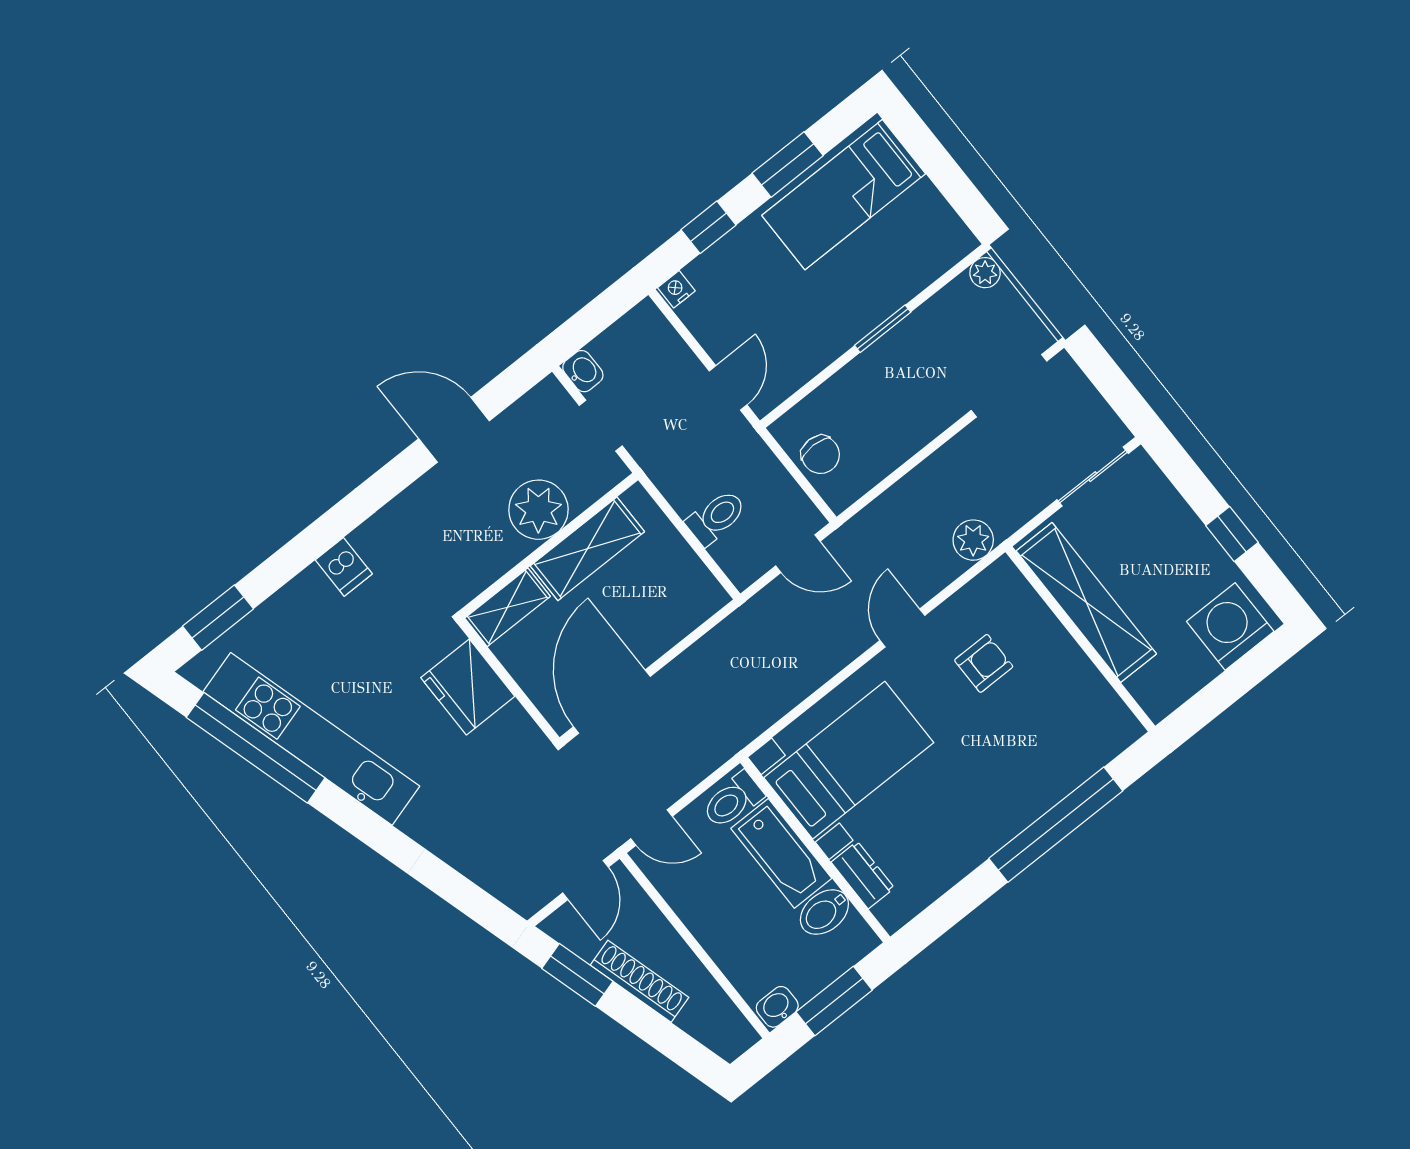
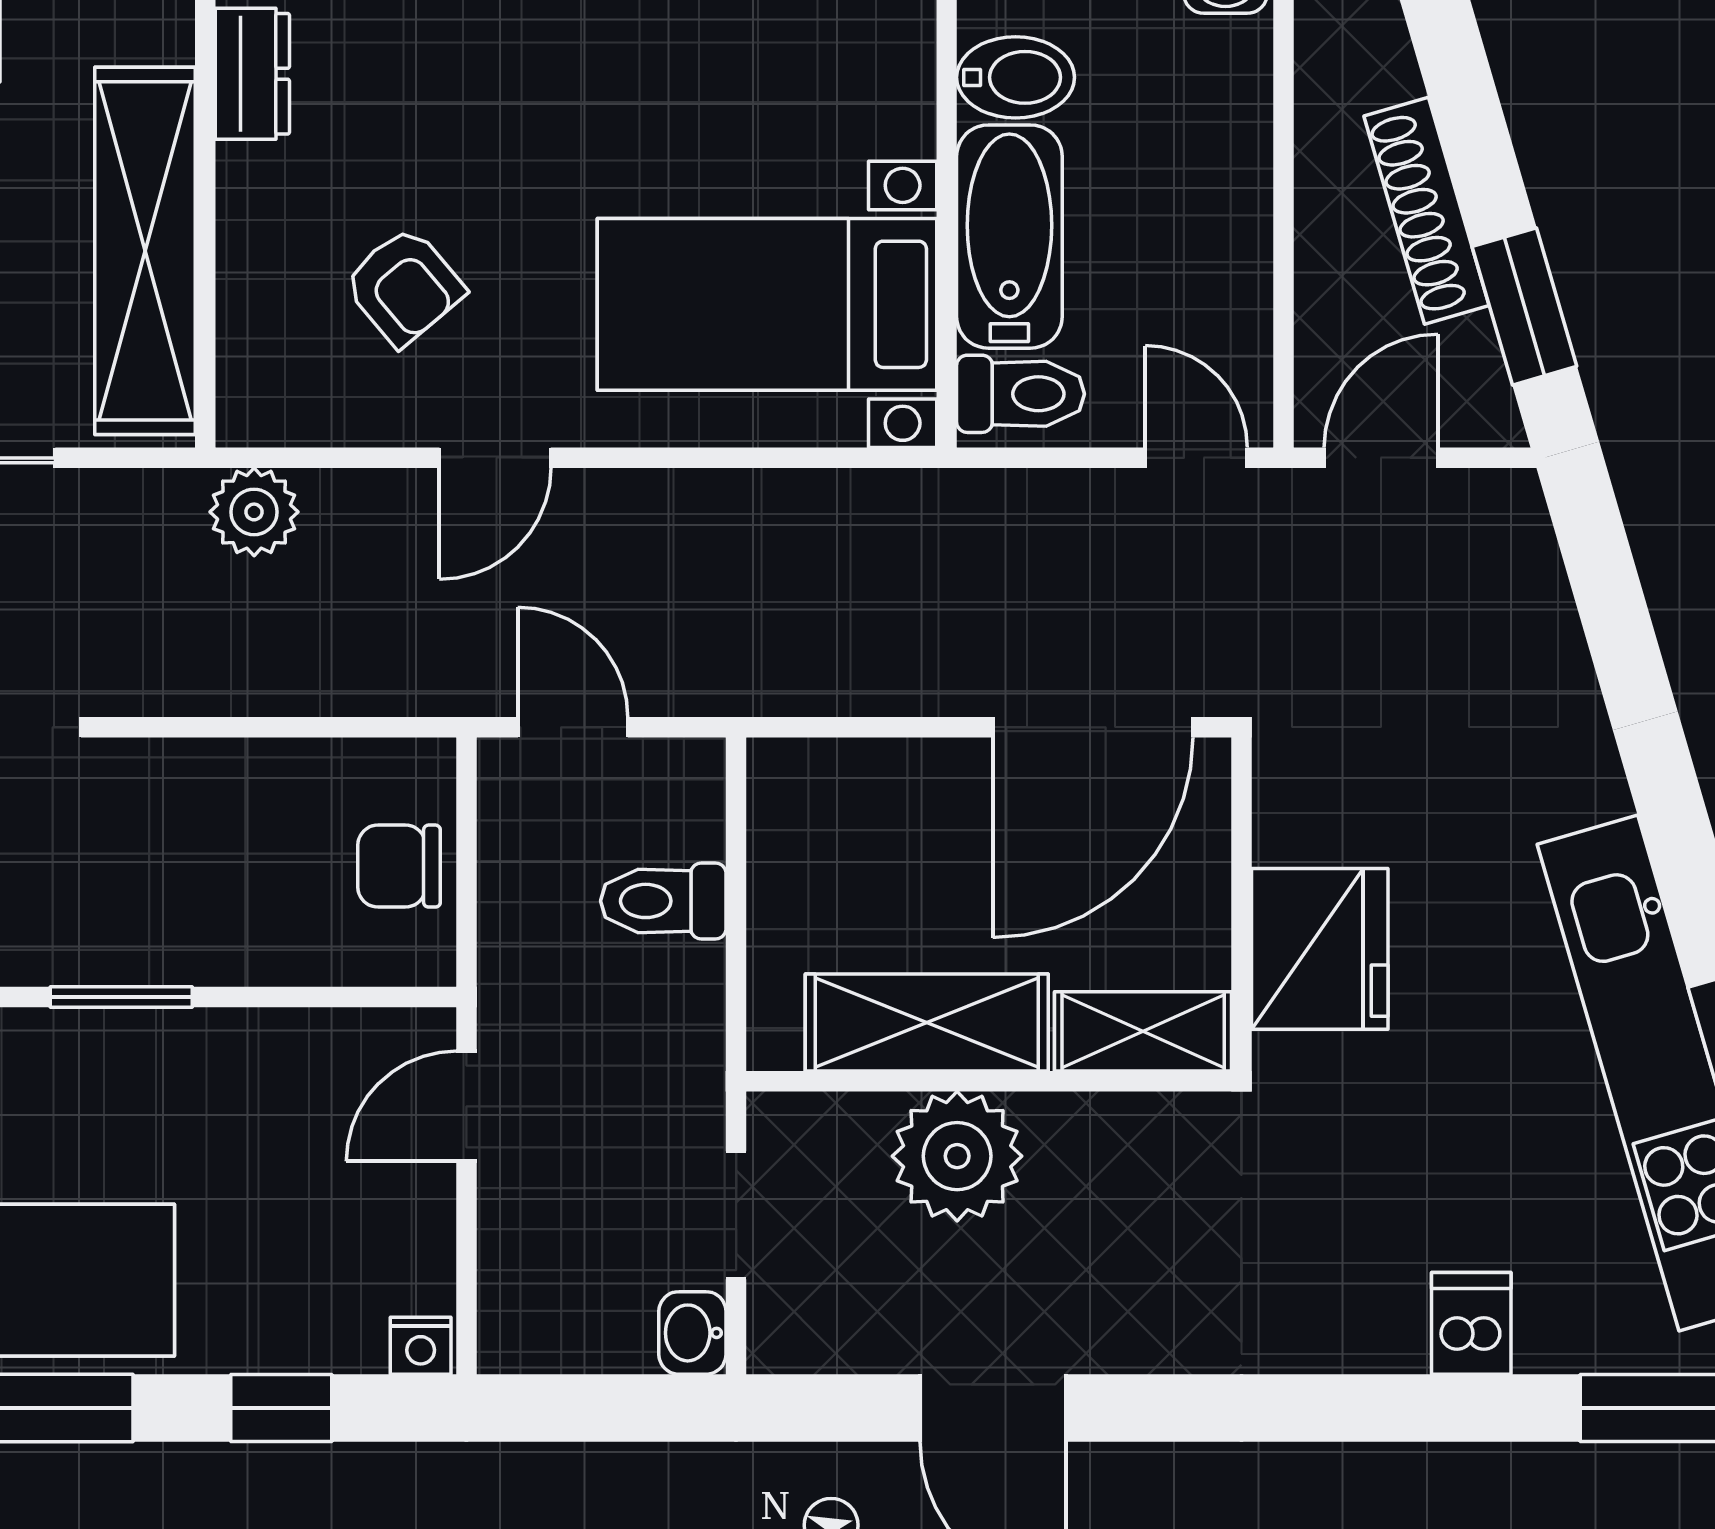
chair: (821, 455) -> (399, 866), turned -90
dishwasher: (344, 567) -> (1471, 1323), moved
armchair: (984, 663) -> (404, 286), turned -130
dresser: (863, 875) -> (252, 74), moved, turned 180

